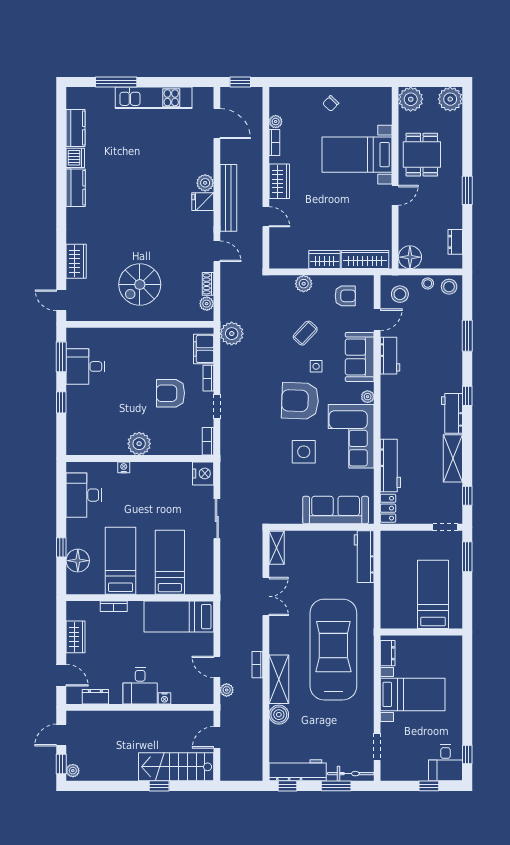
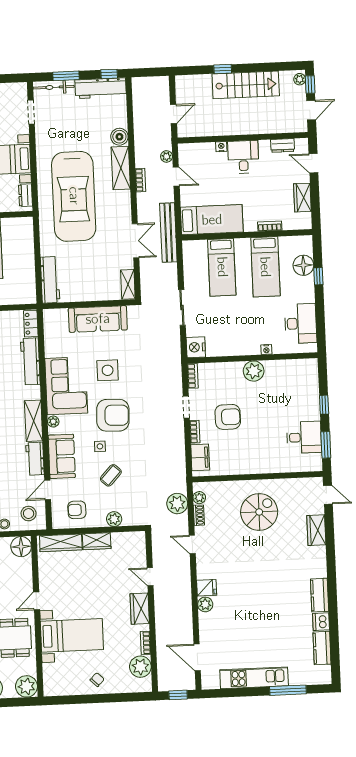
plant: (276, 122) -> (140, 667), width x1.88, depth x1.88
bench: (228, 198) -> (168, 233), moved
plant: (232, 334) -> (177, 504), moved
shelving: (390, 398) -> (34, 421), added
sofa: (336, 510) -> (98, 319), moved
double door: (266, 596) -> (135, 241), swing flipped
stairs: (176, 767) -> (246, 85), moved

